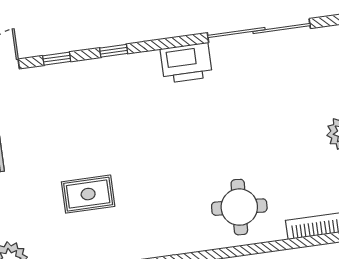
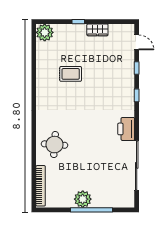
rug: (88, 194) -> (71, 74), turned 90

